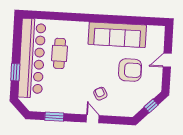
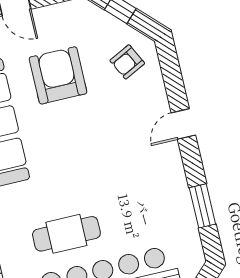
armchair: (100, 94) -> (127, 62), moved

